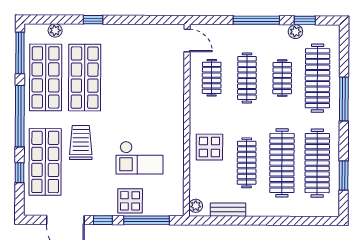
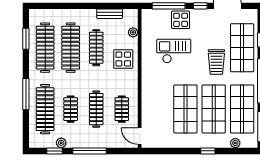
shop shelf: (124, 78) -> (185, 109), added
plant: (196, 206) -> (133, 32), moved

